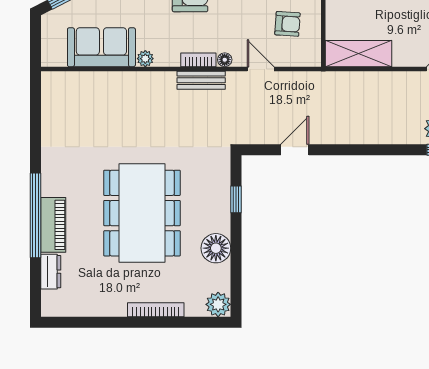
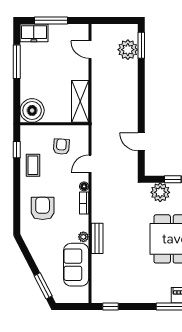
bench: (201, 80) -> (97, 238), moved
window: (36, 101) -> (110, 307), added
plant: (215, 180) -> (160, 192), added

